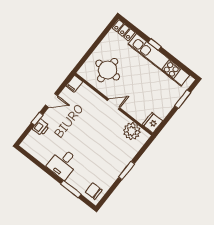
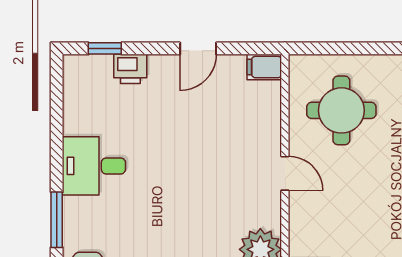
door: (52, 100) -> (198, 48), hinge flipped
window: (37, 119) -> (105, 48), moved

